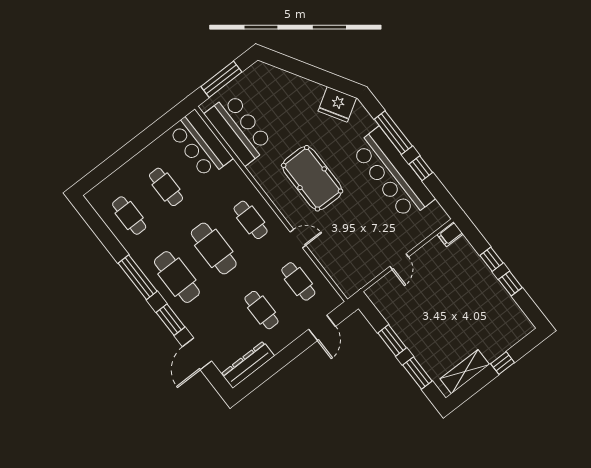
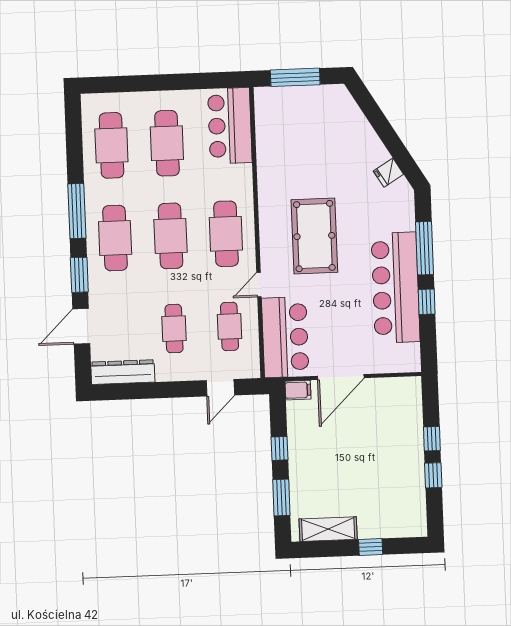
fridge: (337, 104) -> (388, 173), width x0.53, depth x0.75
bar counter: (239, 129) -> (285, 337), moved
cafe table: (166, 187) -> (167, 143), width x1.37, depth x1.35
cafe table: (129, 216) -> (111, 145), width x1.37, depth x1.35
cafe table: (251, 220) -> (226, 234), width x1.37, depth x1.35
filing cabinet: (450, 234) -> (298, 390), moved, turned 180
door: (298, 239) -> (259, 285), swing flipped
door: (399, 262) -> (341, 377), width x1.88
window: (392, 340) -> (279, 448), width x0.67

